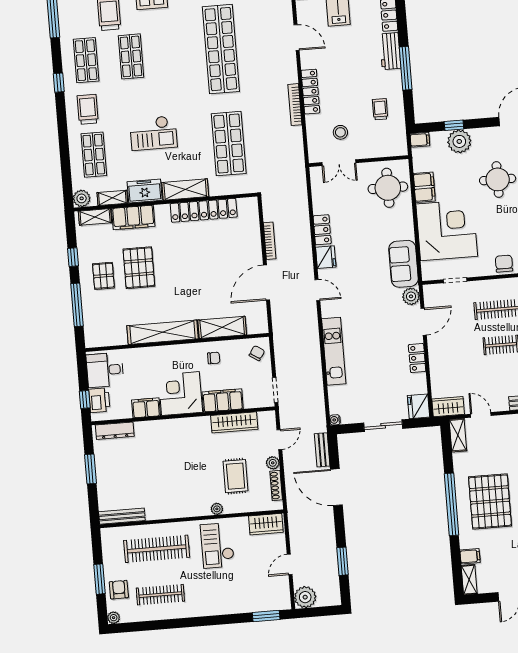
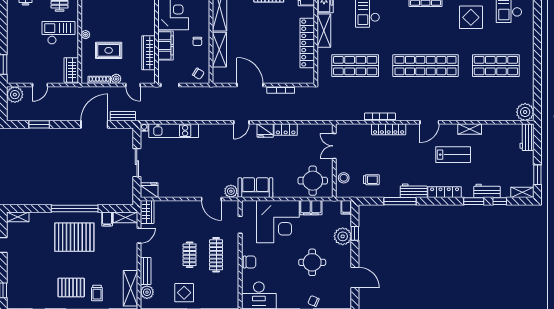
stool: (340, 132) -> (344, 178), moved
kitchen unit: (334, 351) -> (174, 131), moved
locker: (417, 358) -> (185, 192), removed
filing cabinet: (470, 556) -> (107, 219), moved
door: (290, 564) -> (40, 85), swing flipped

